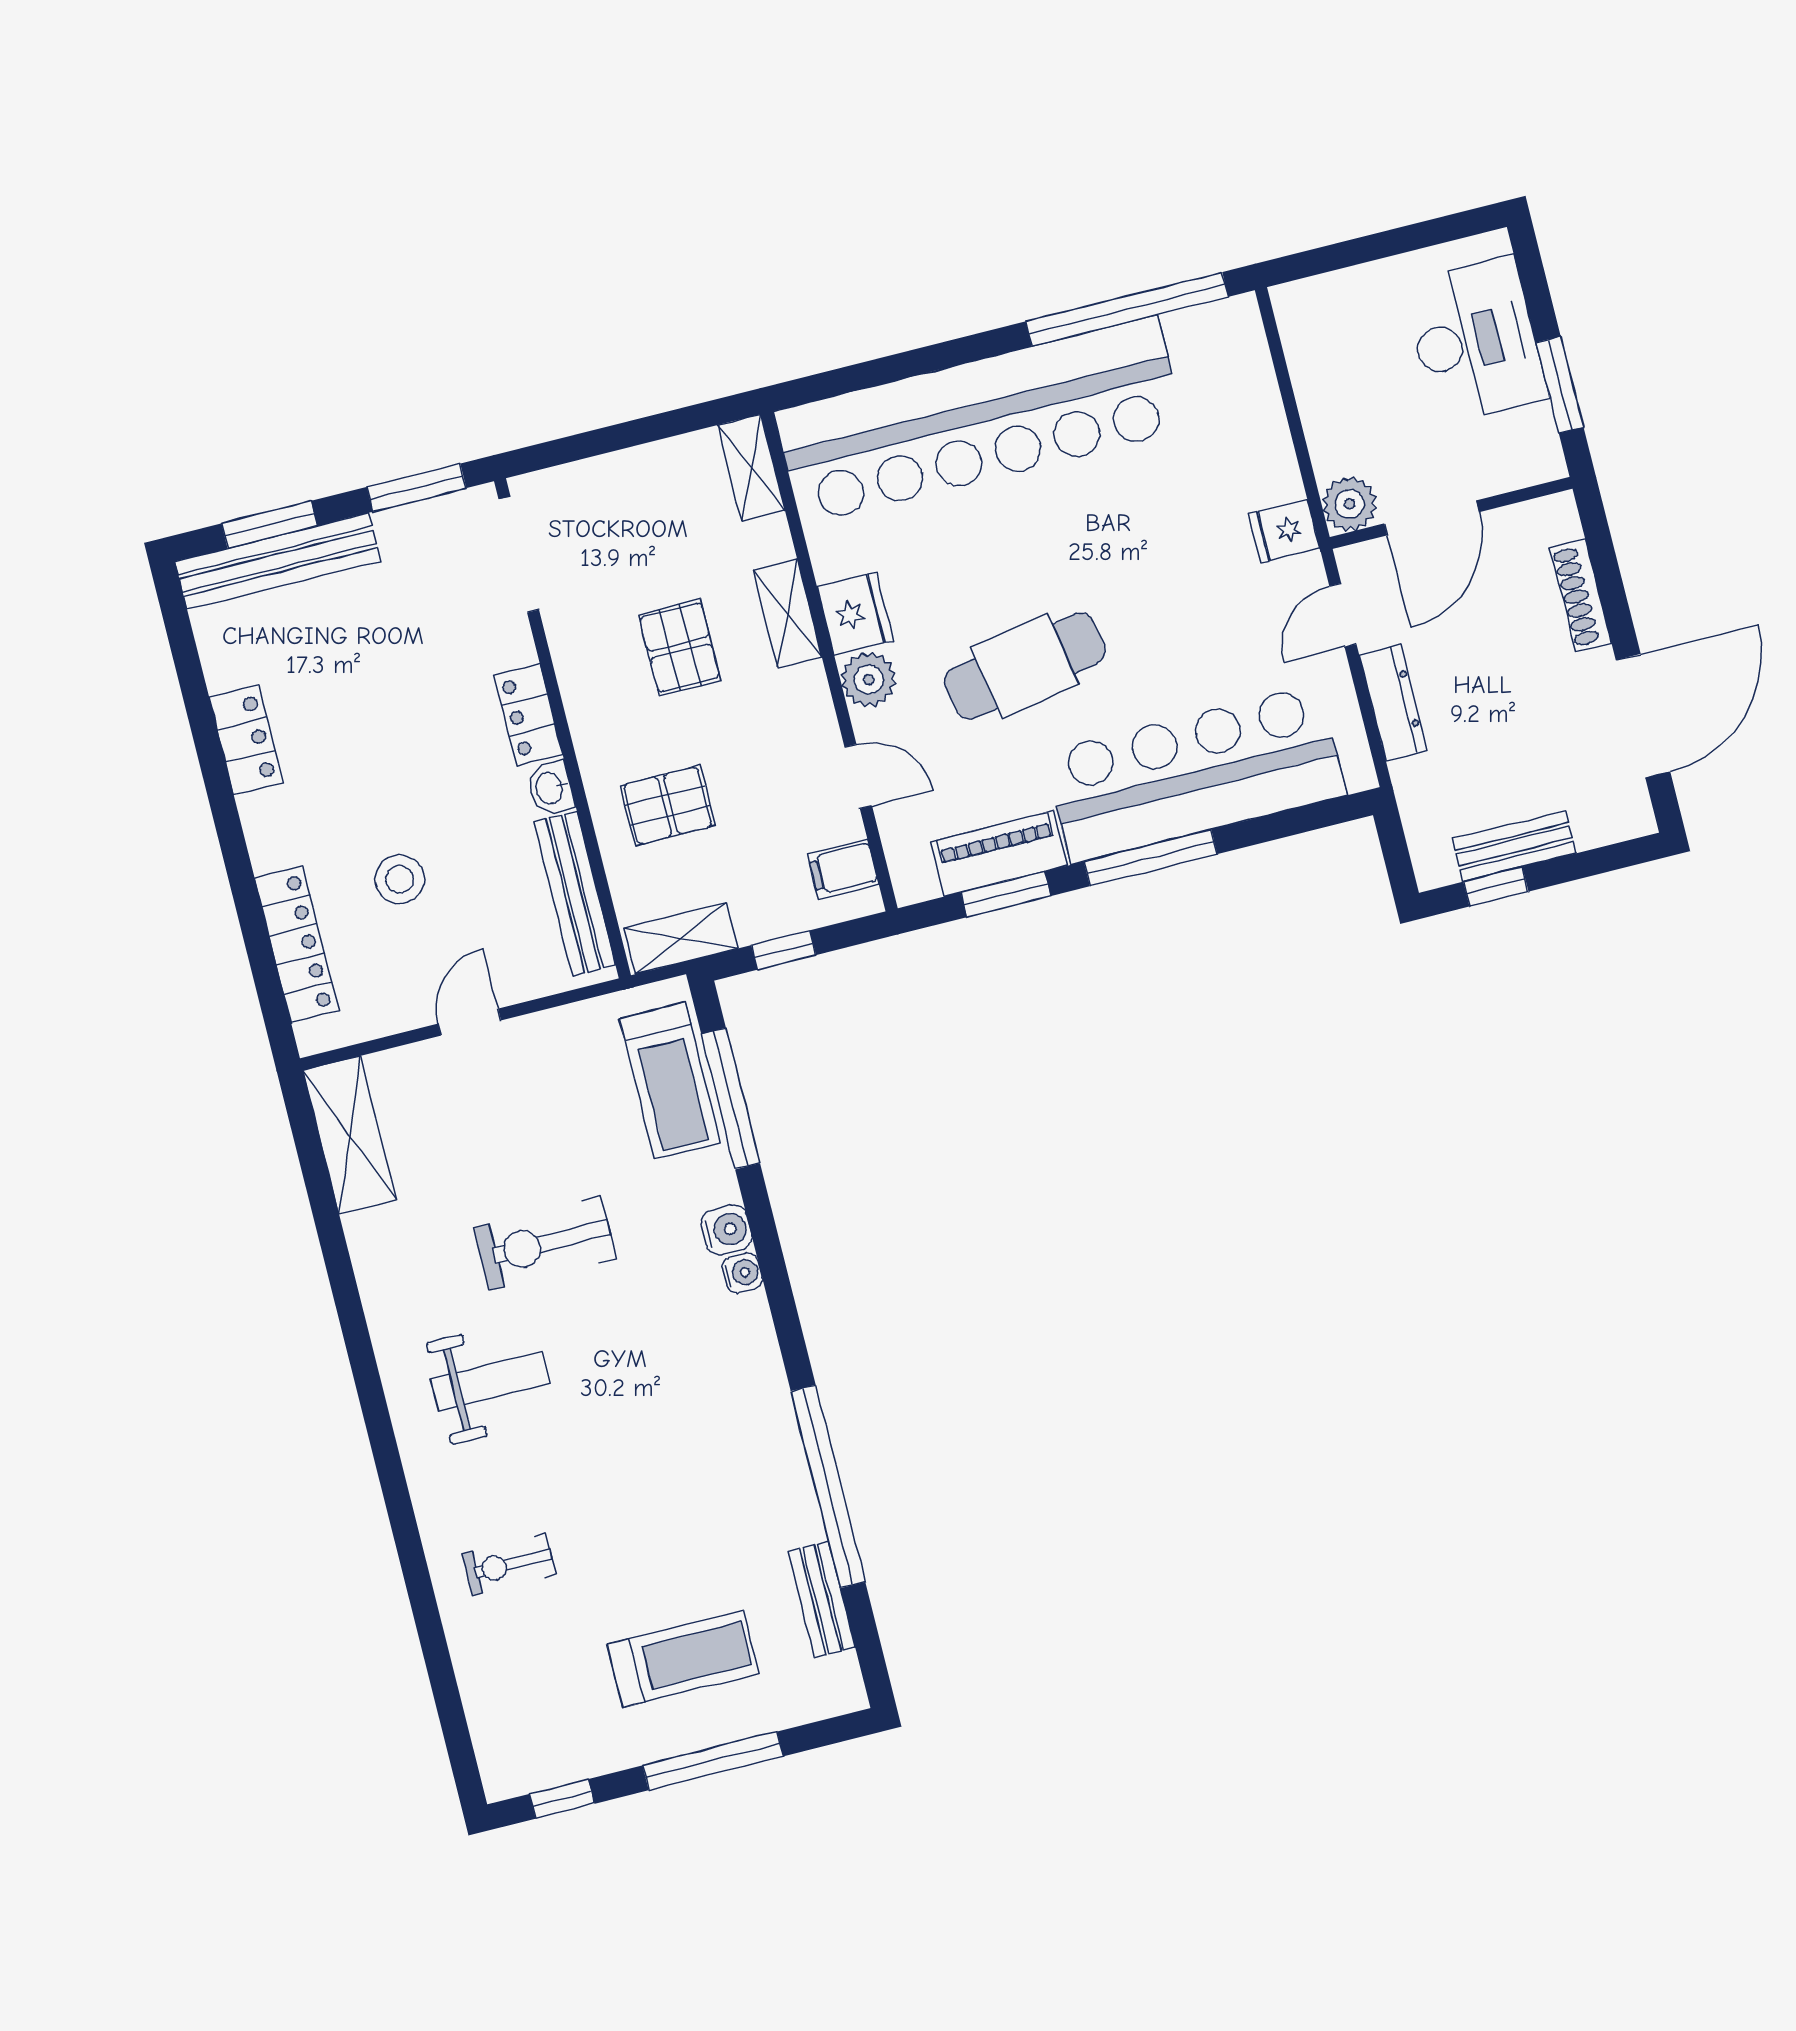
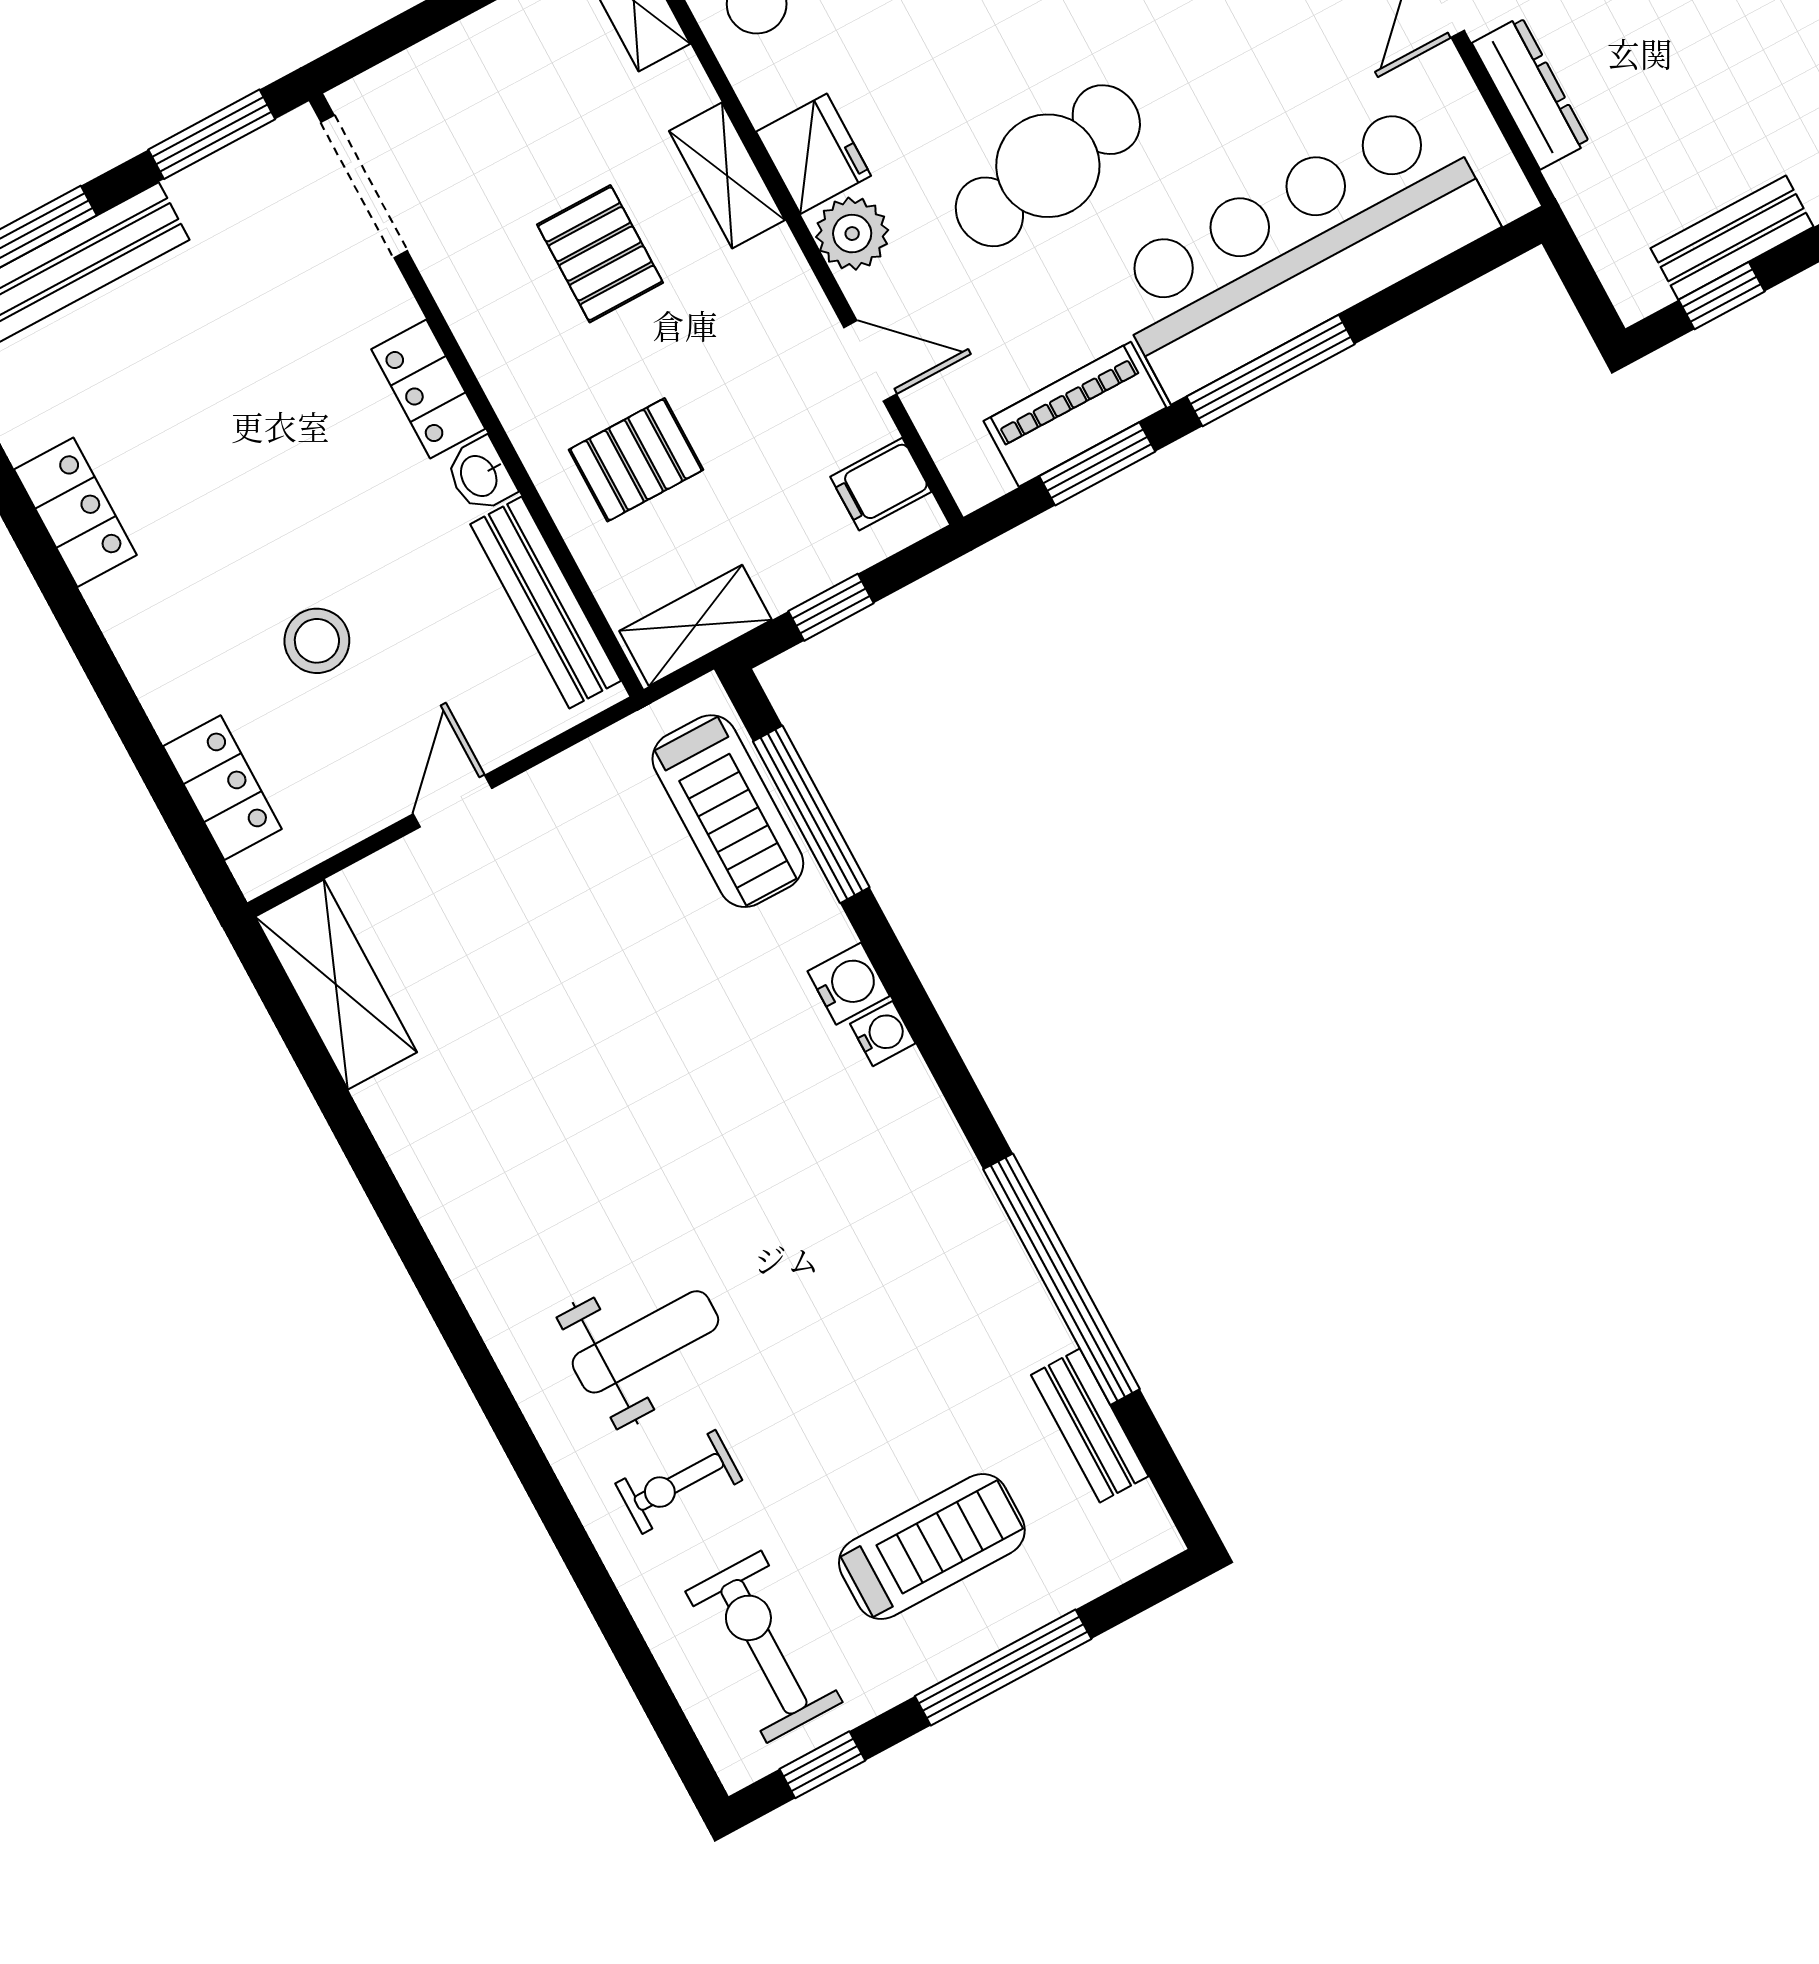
locker: (297, 944) -> (222, 788), width x0.66
exercise bike: (545, 1243) -> (764, 1647), moved, turned 90
weight bench: (490, 1381) -> (645, 1342), moved

